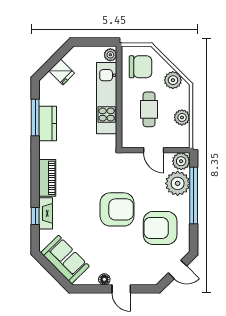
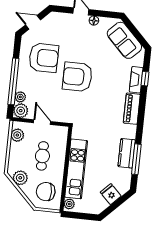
plant: (182, 117) -> (17, 135), moved
plant: (178, 183) -> (20, 97), width x0.53, depth x0.53

